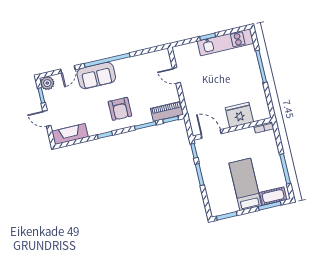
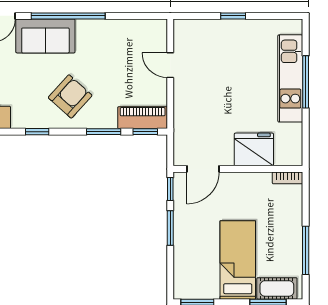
kitchen unit: (226, 42) -> (290, 78), moved, turned 90
armchair: (120, 109) -> (70, 96), turned -138
door: (211, 134) -> (203, 169), swing flipped

